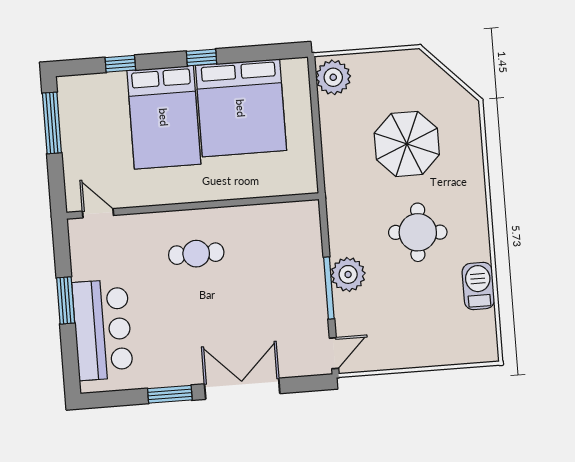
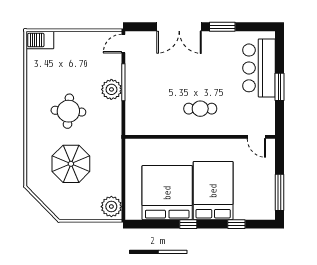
barbecue: (478, 286) -> (40, 40), moved, turned 90

